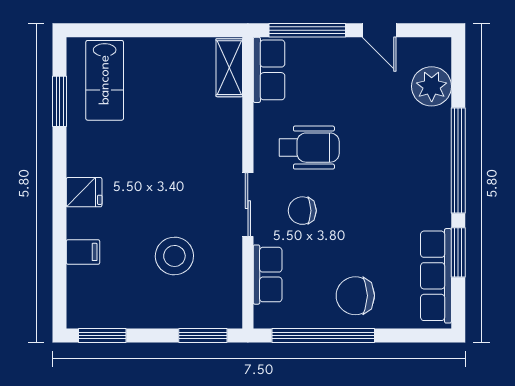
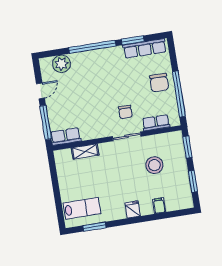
shelving: (229, 68) -> (85, 151), moved
wheelchair: (309, 148) -> (97, 113), removed
window: (102, 335) -> (193, 181), moved

